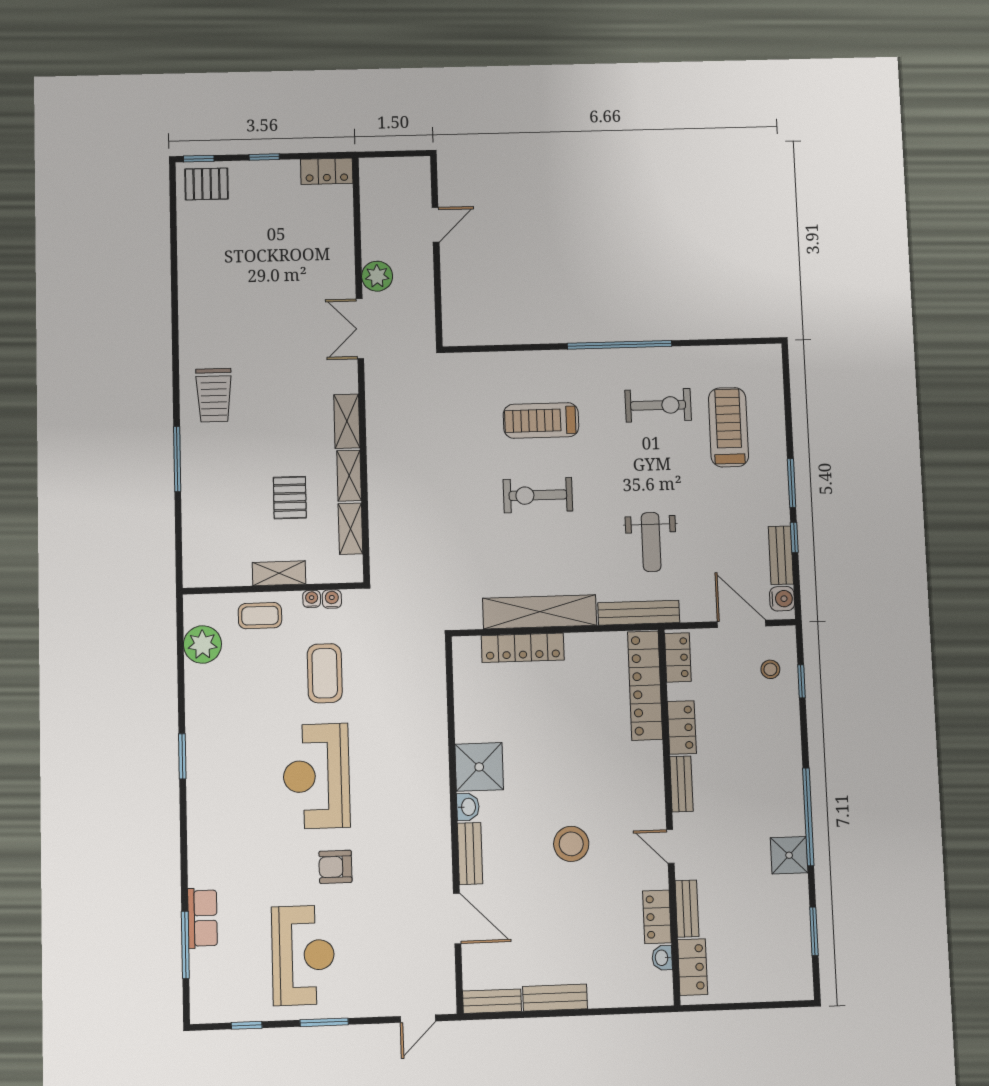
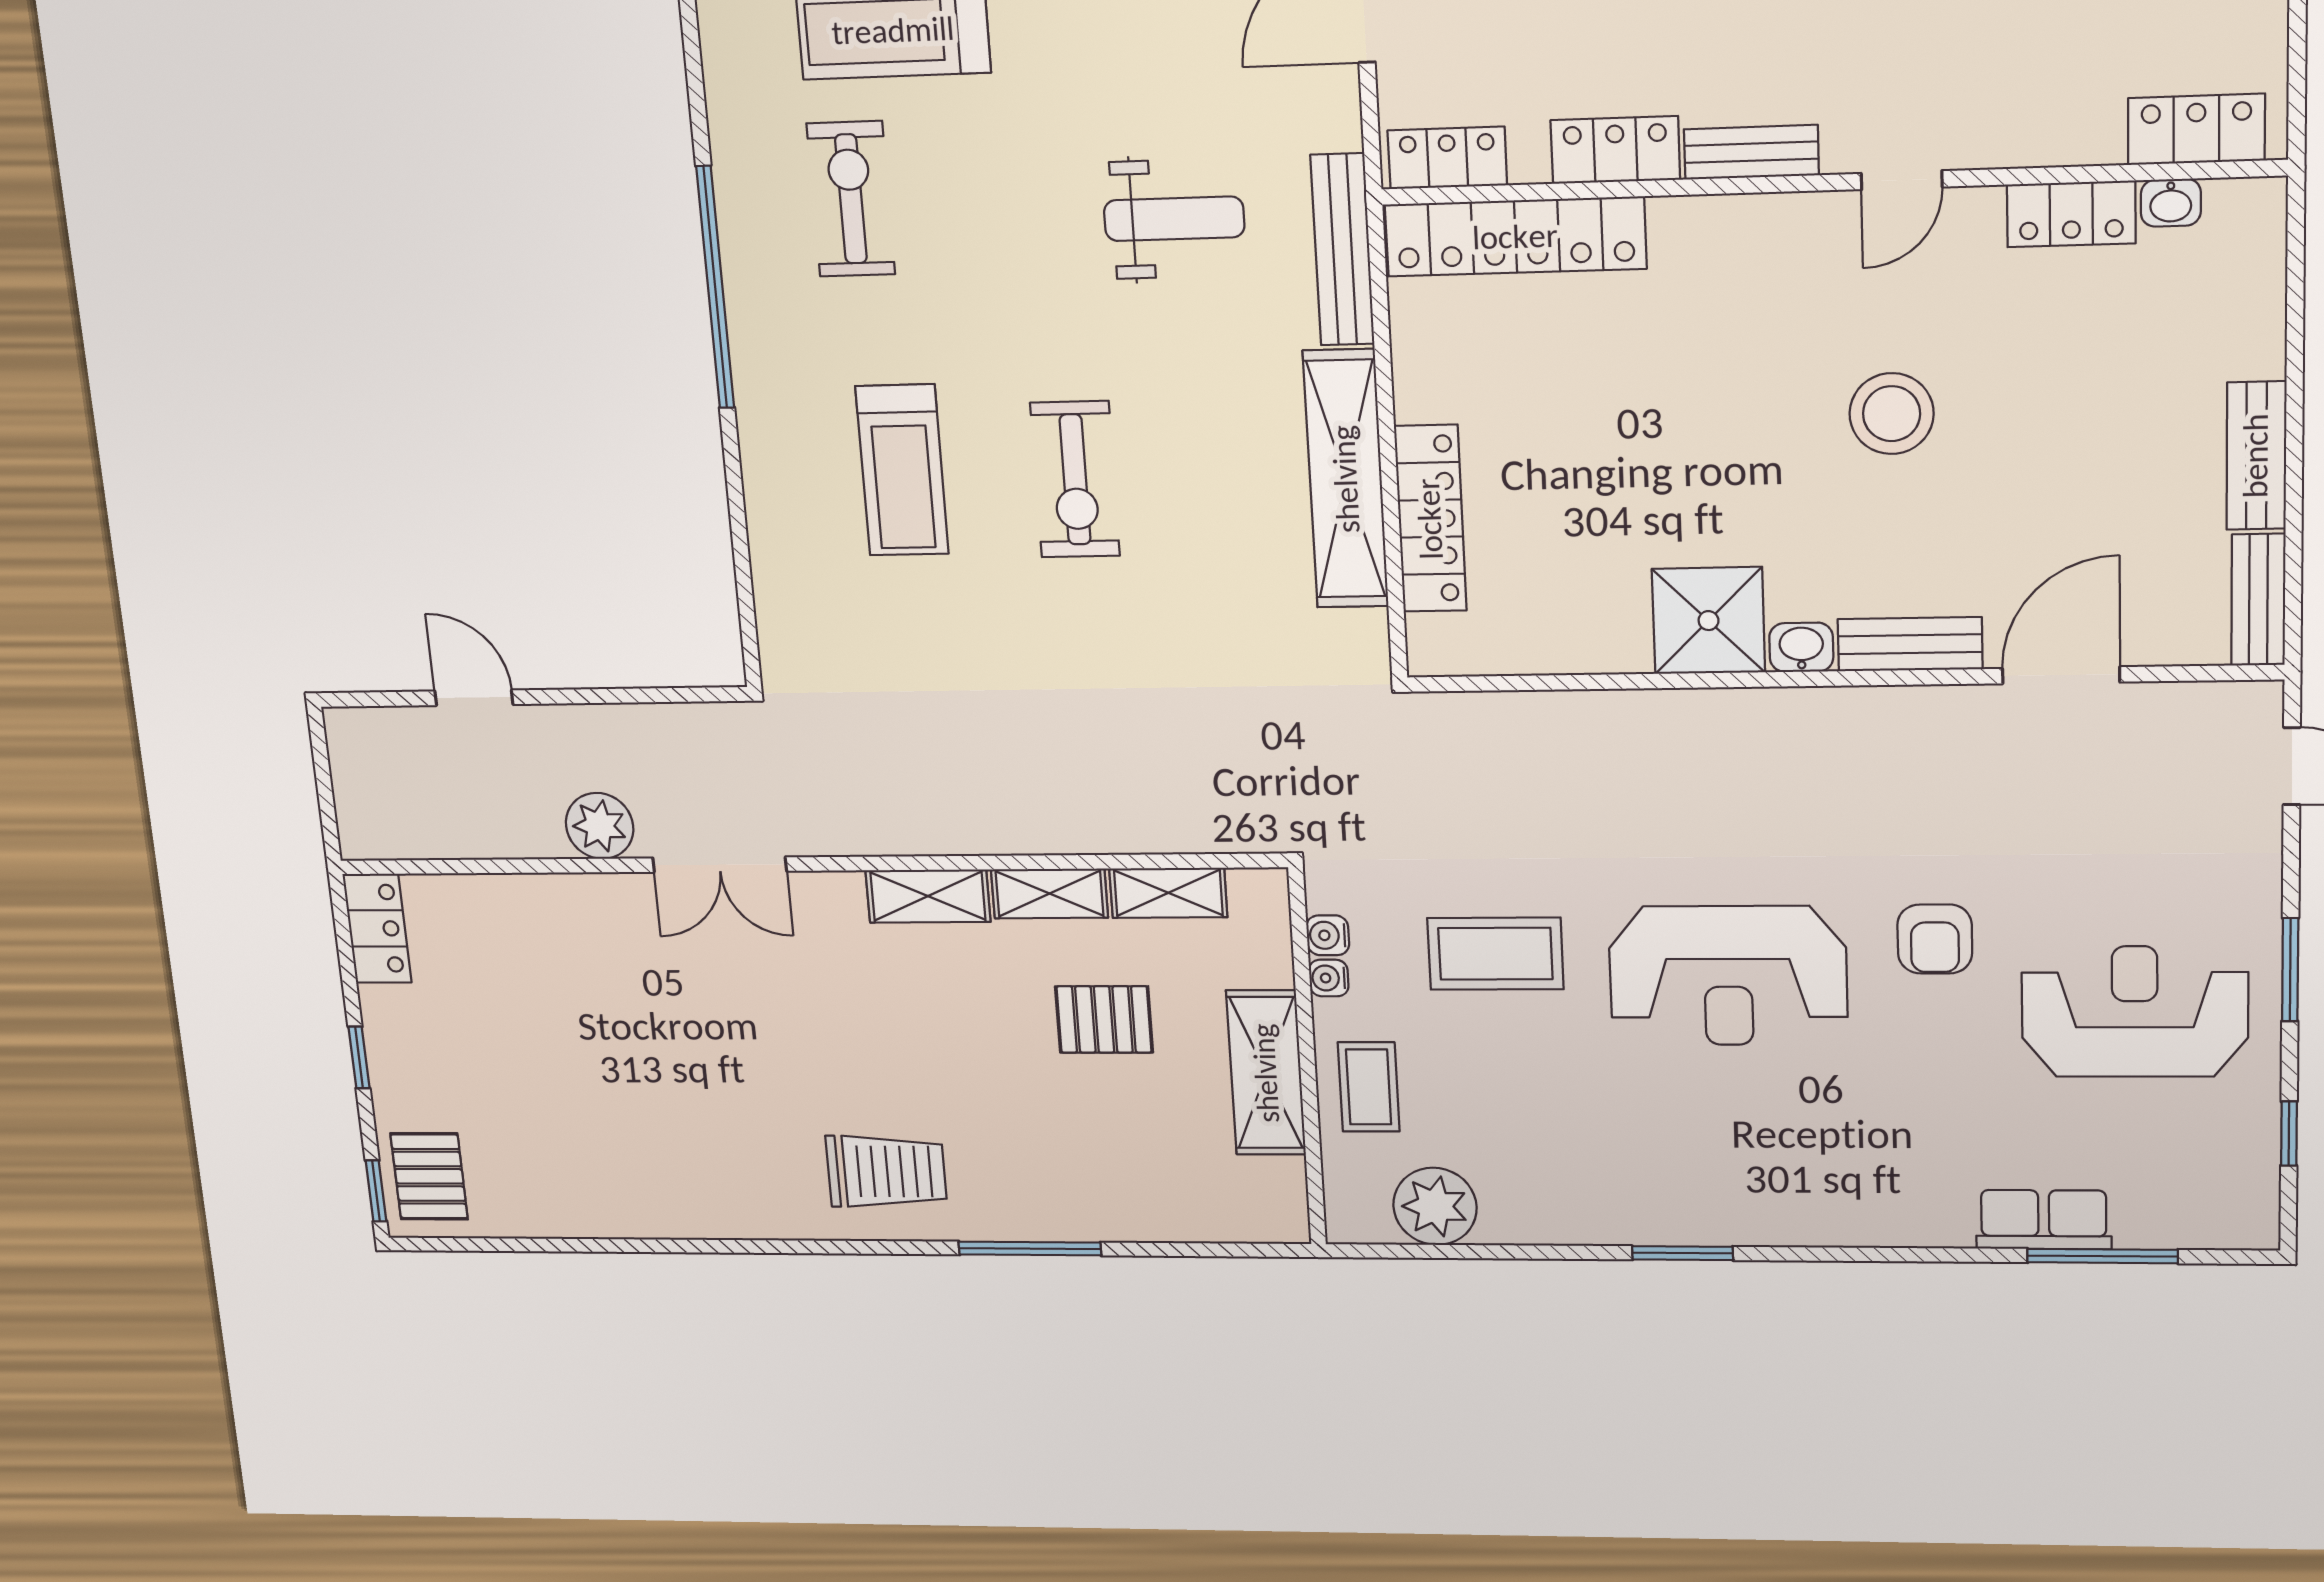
shelving: (279, 573) -> (1266, 1073), width x1.50, depth x1.33
bench: (687, 909) -> (2054, 142), removed

